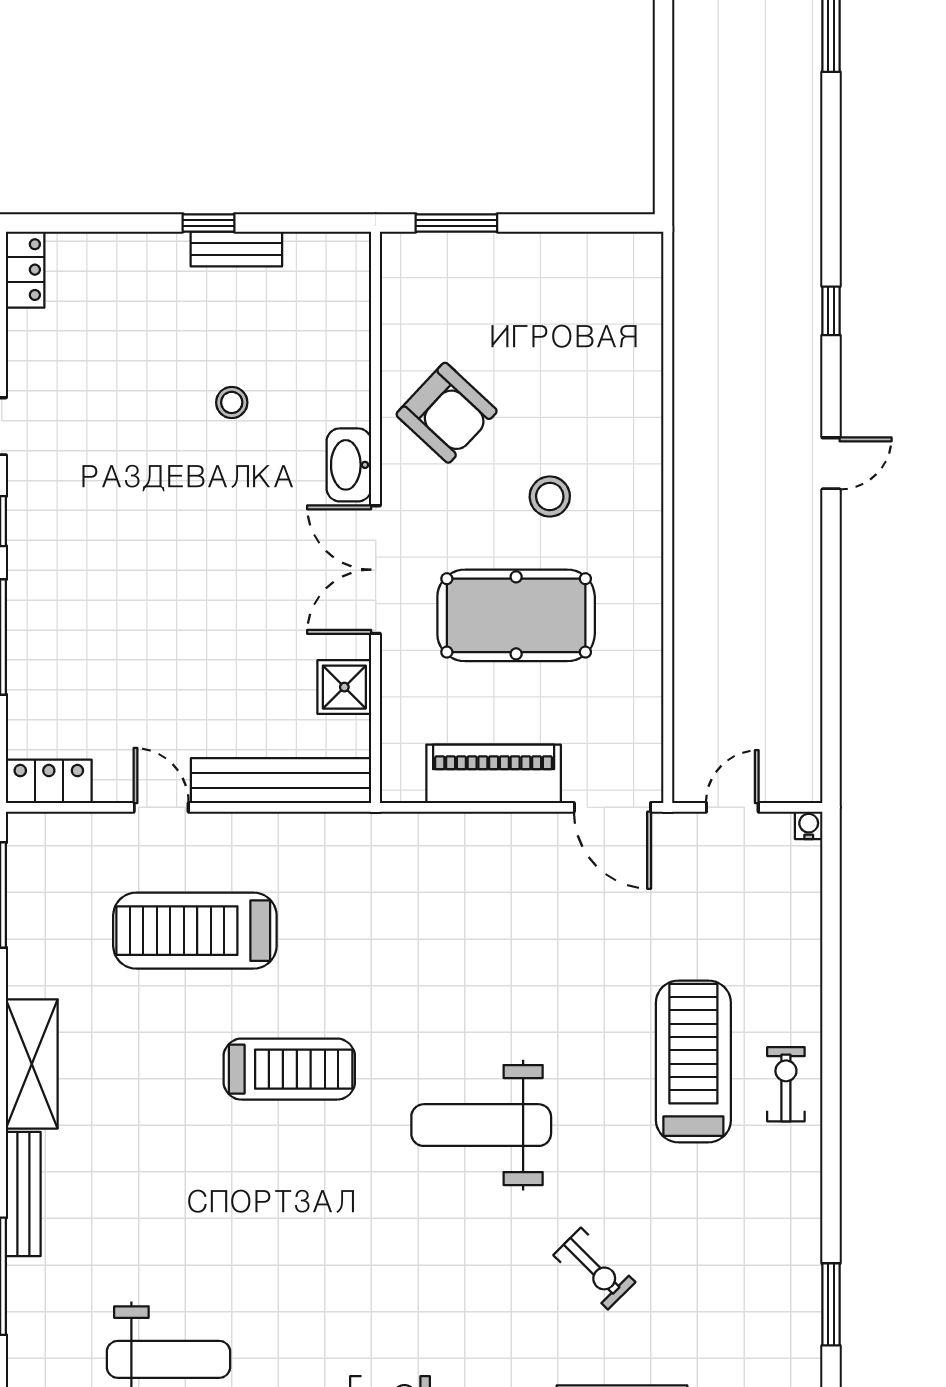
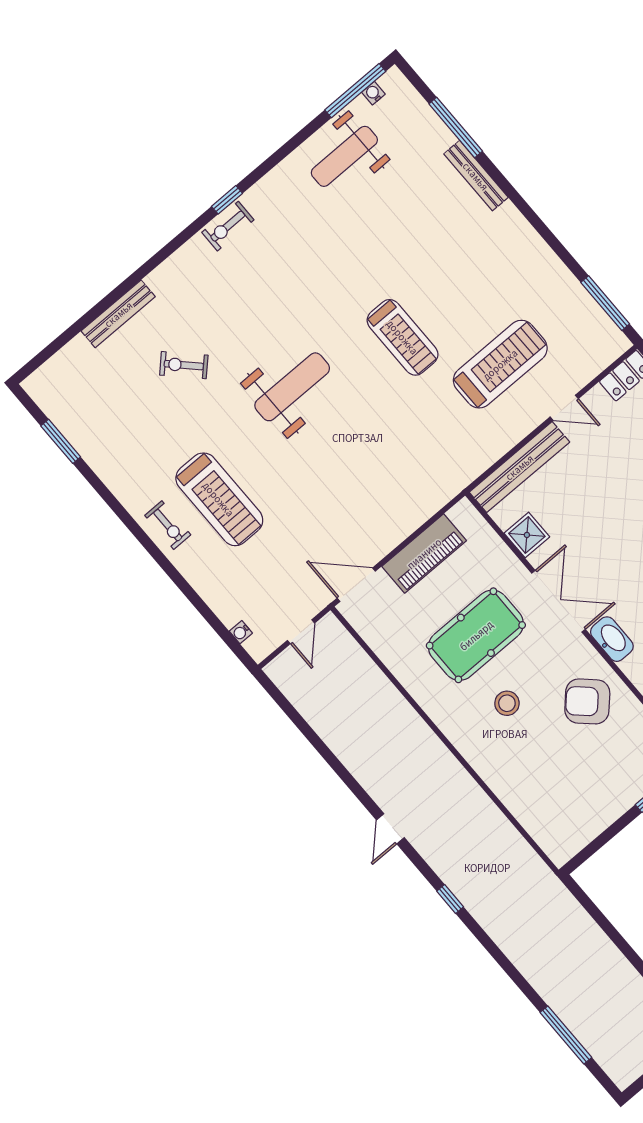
water cooler: (809, 825) -> (241, 632), moved, turned 90
shelving: (32, 1064) -> (523, 239), removed
treadmill: (289, 1069) -> (403, 337), turned -90

